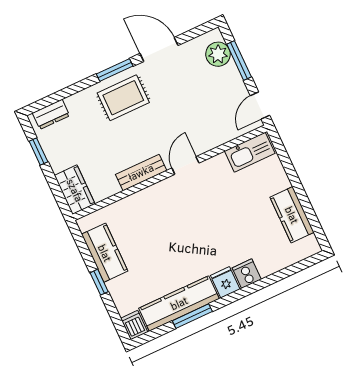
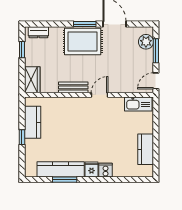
rug: (123, 98) -> (83, 42), width x1.36, depth x1.43
dishwasher: (134, 325) -> (30, 170), removed

